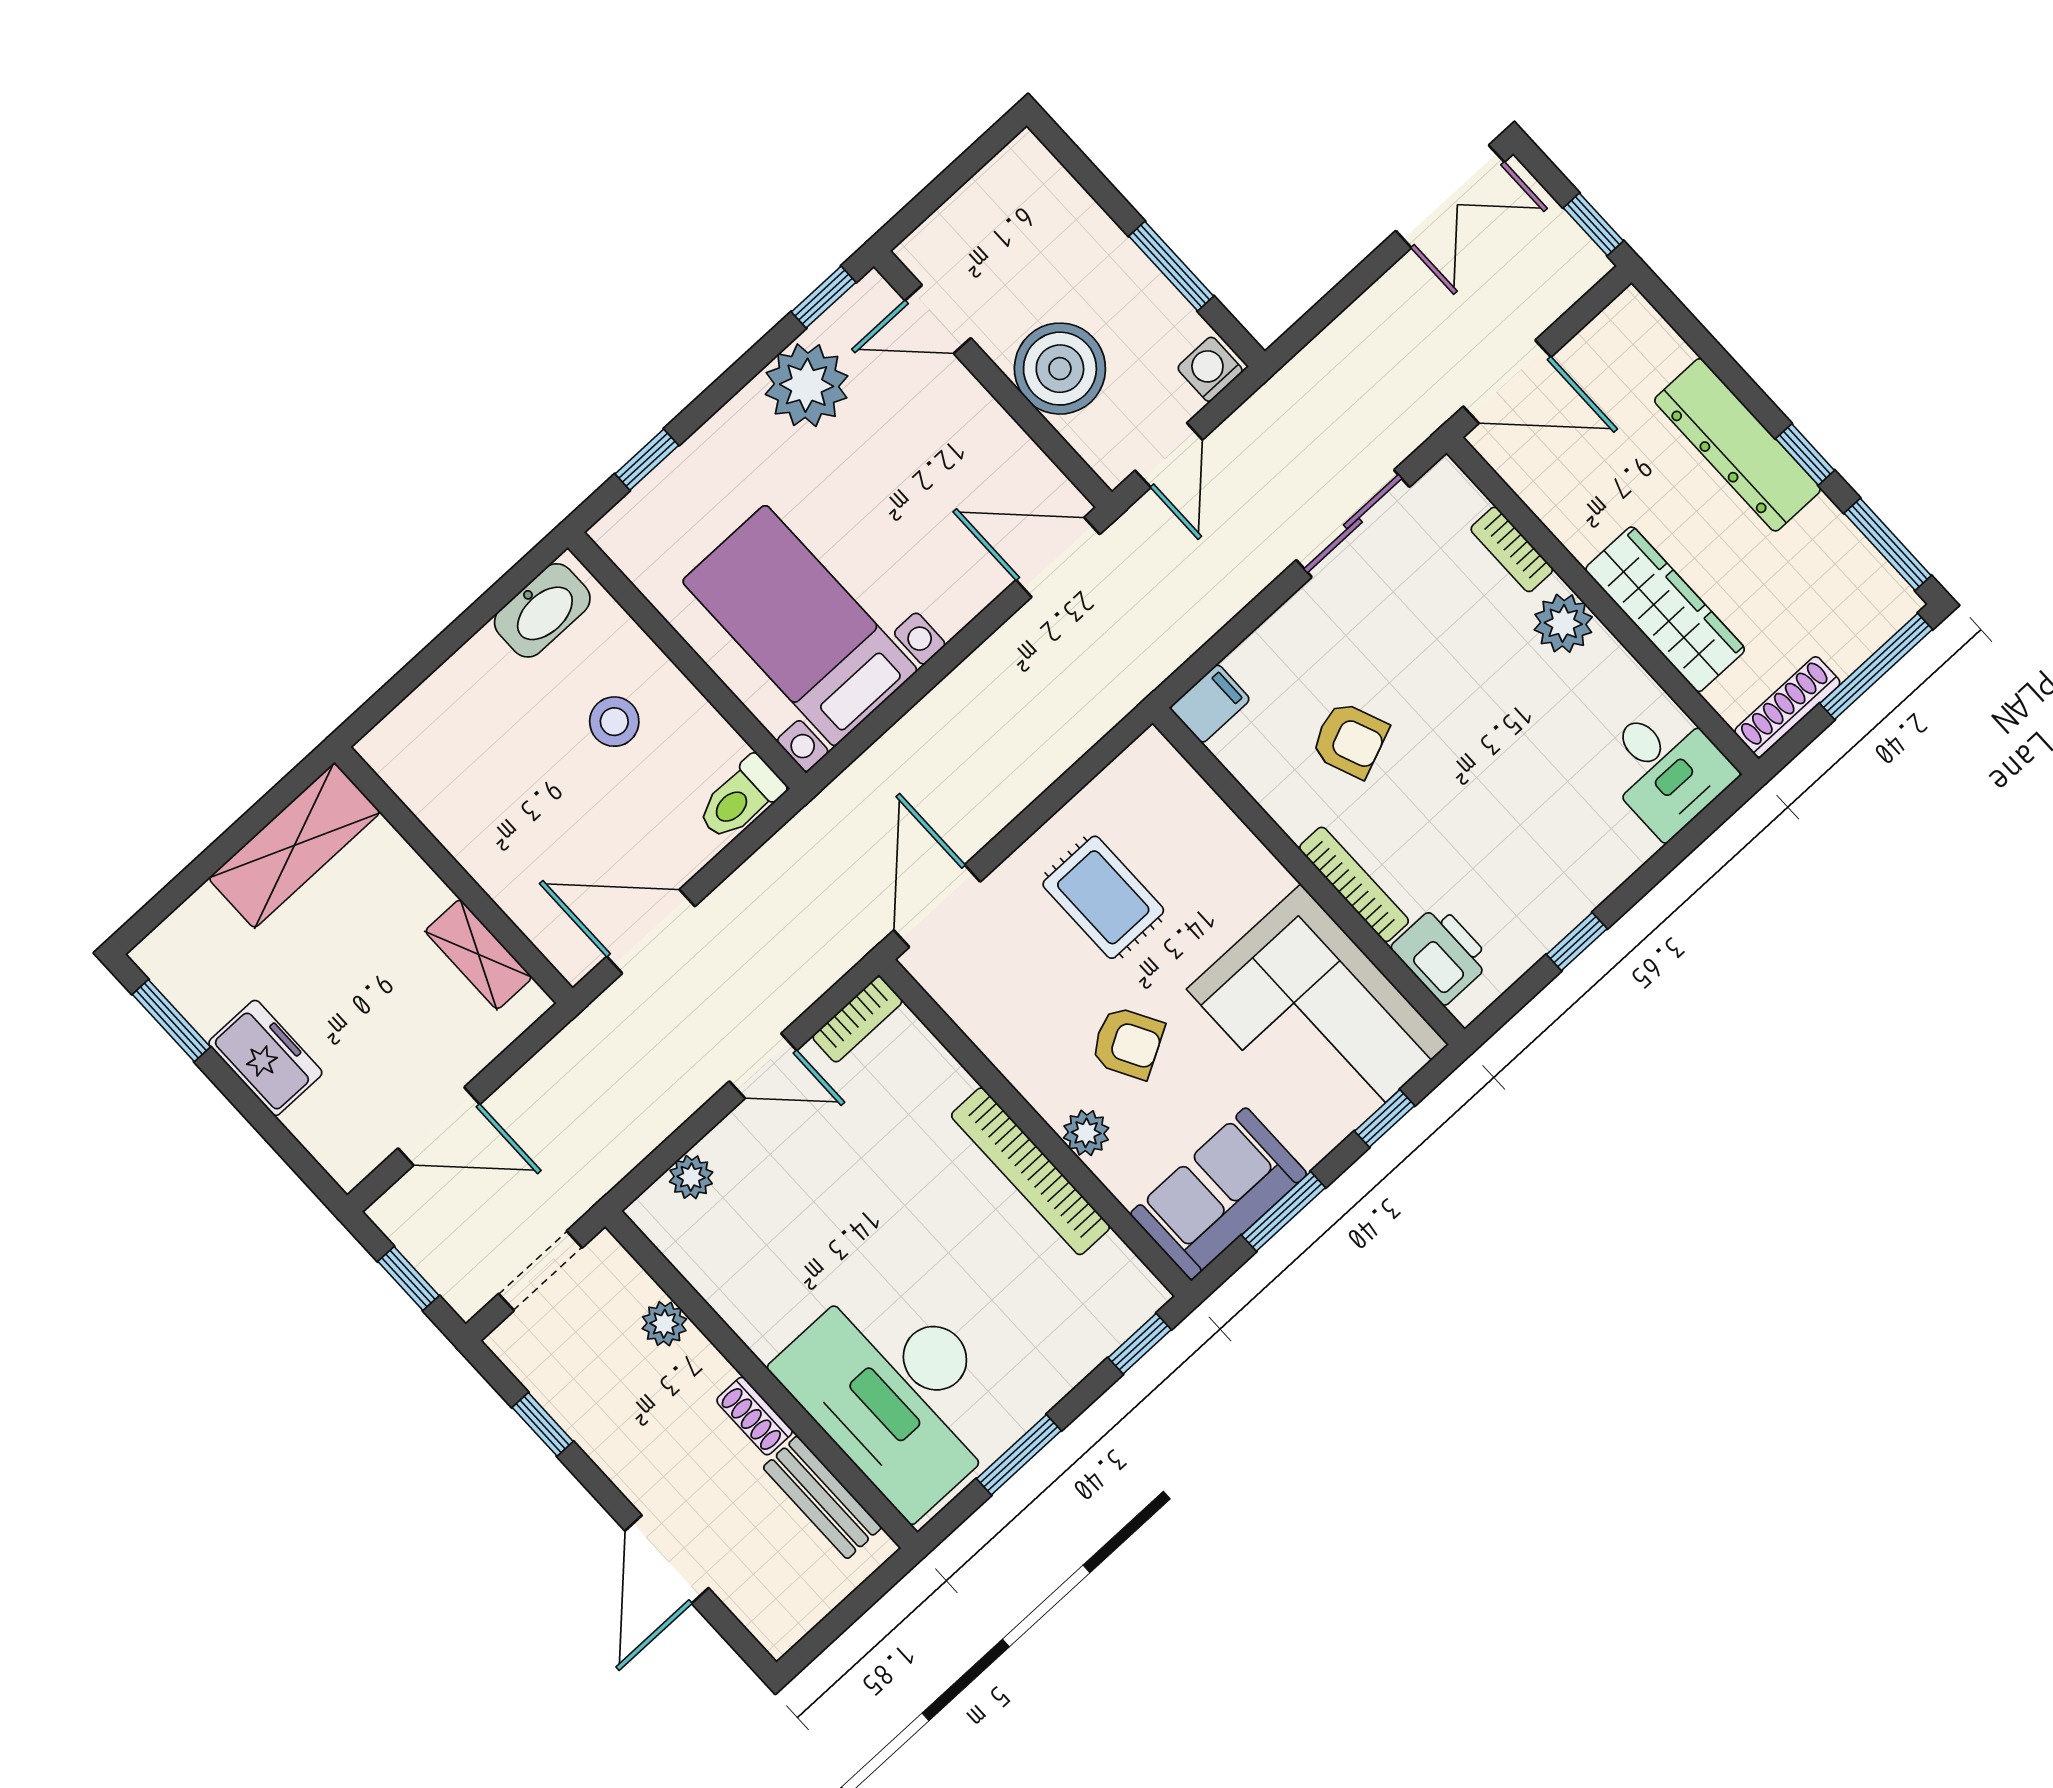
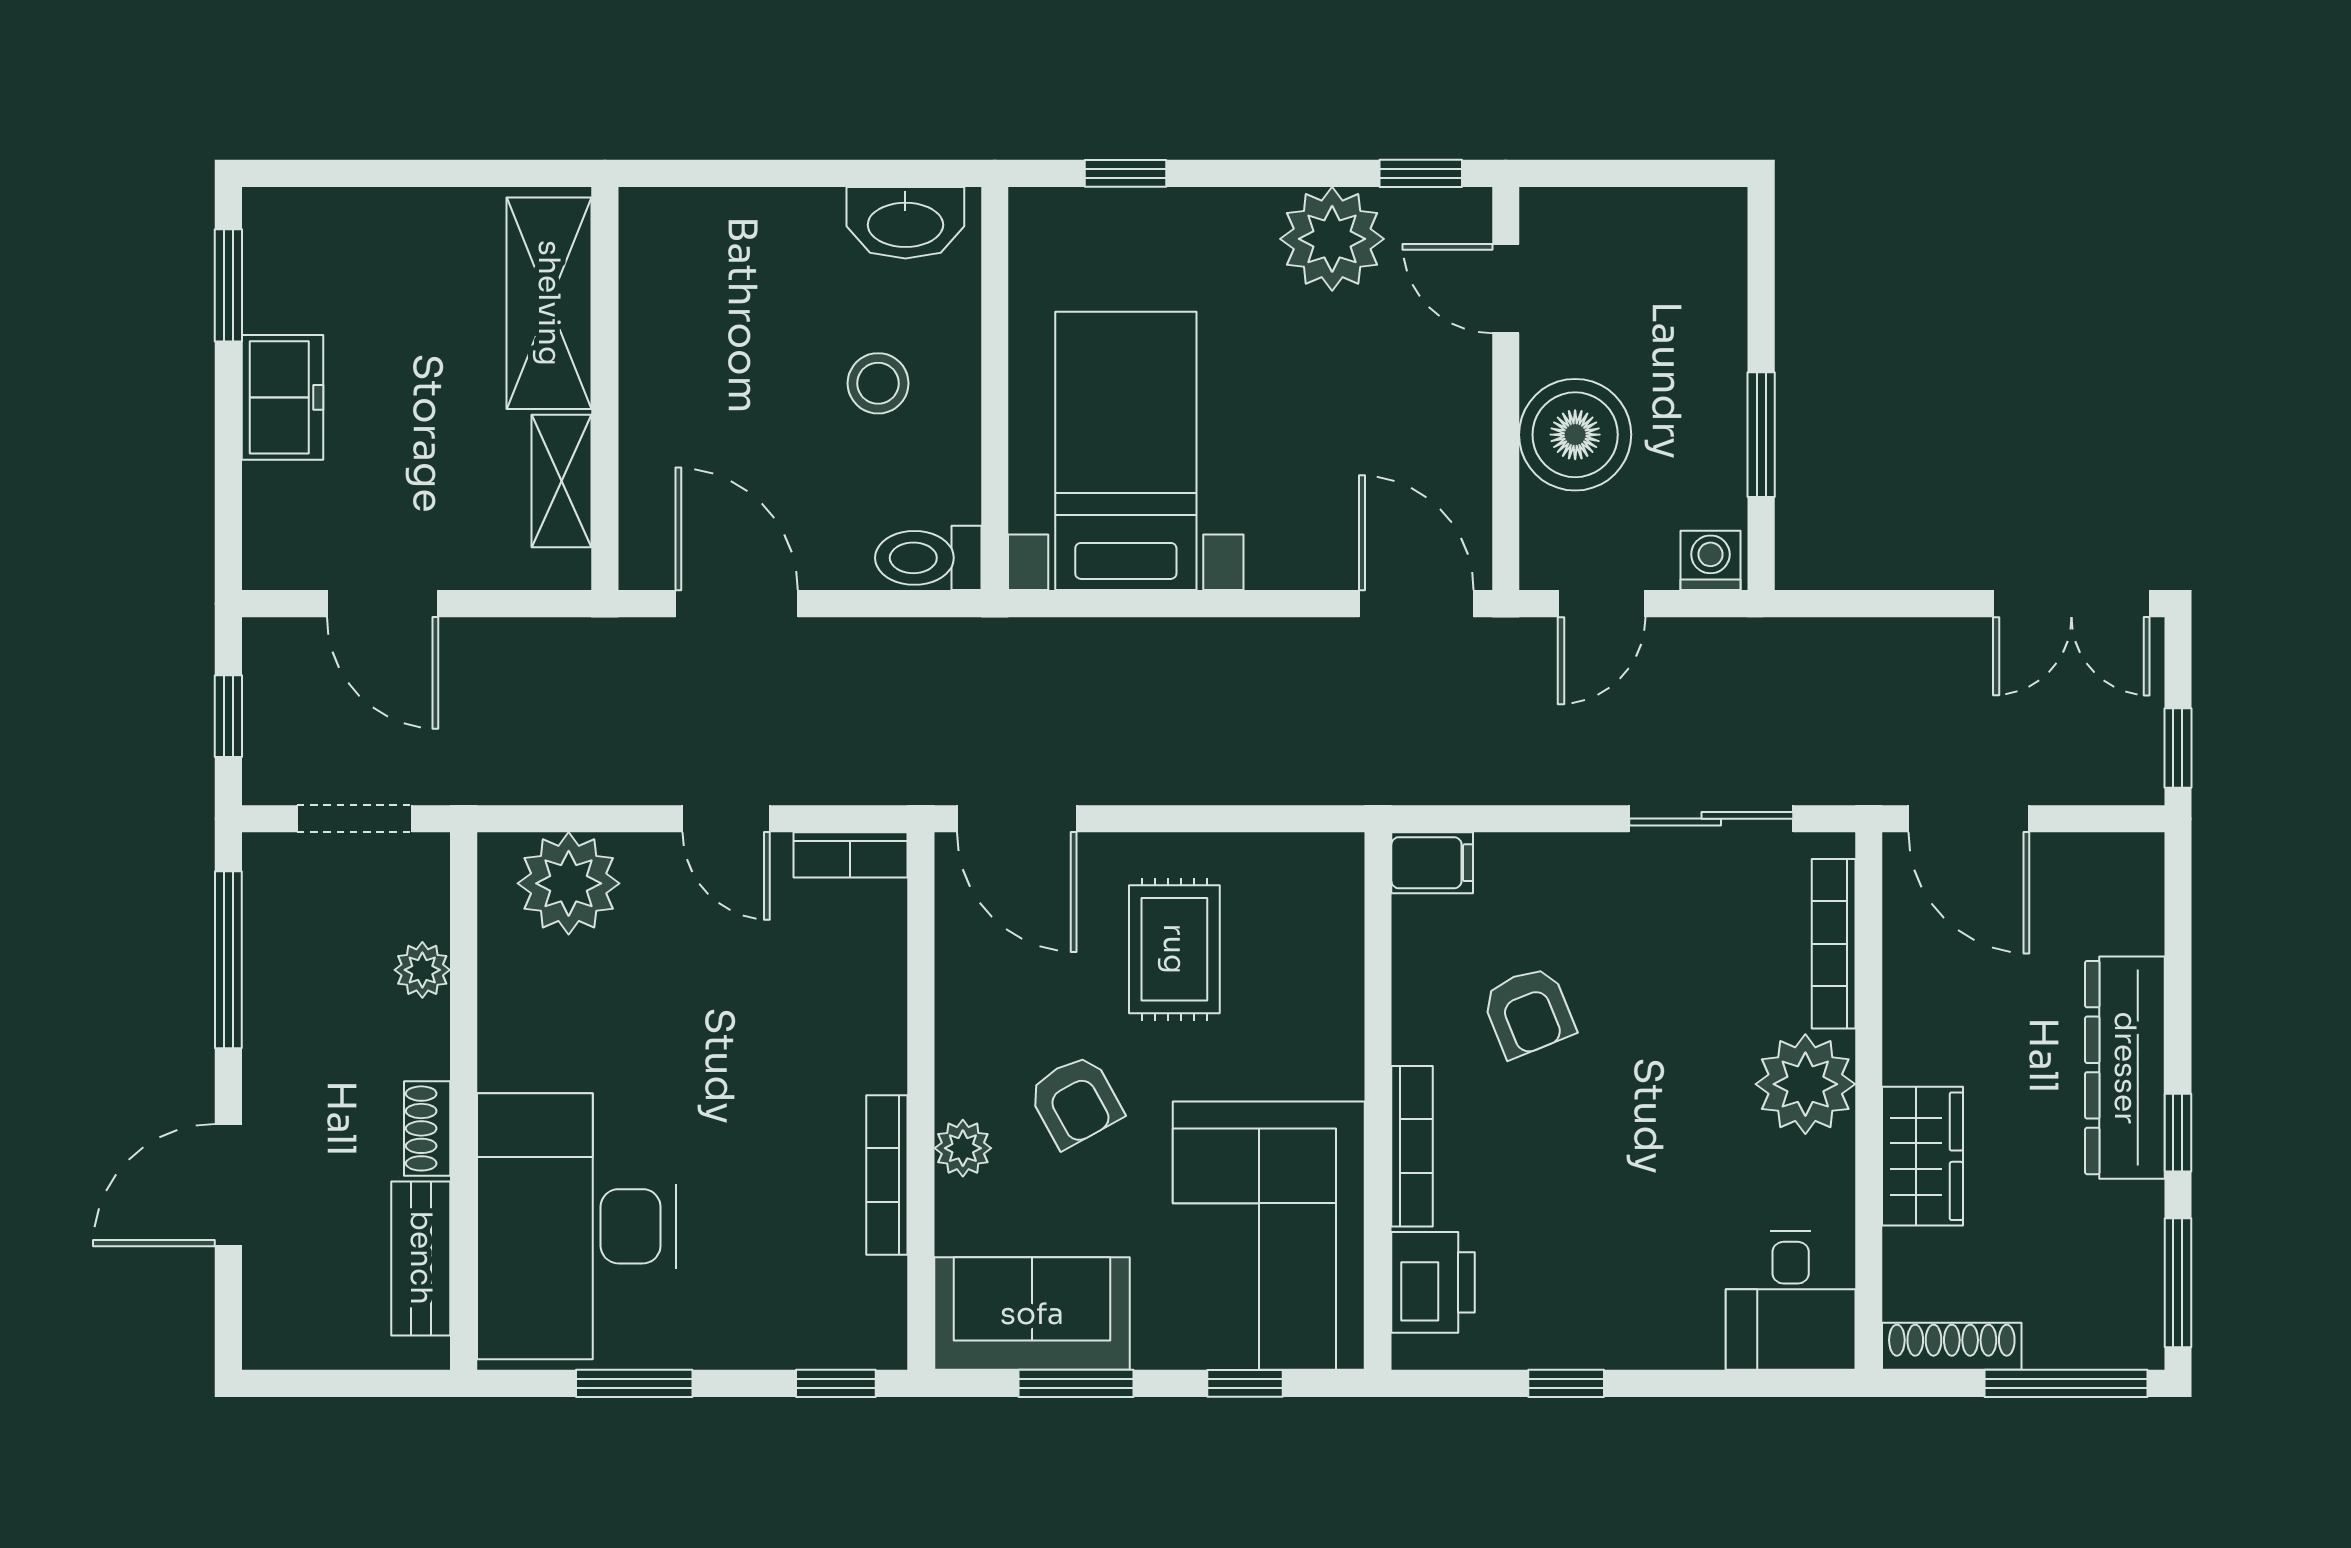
bookcase: (1512, 549) -> (1834, 944), width x1.56
wardrobe: (1665, 609) -> (1922, 1156), width x0.67
plant: (1563, 623) -> (1805, 1084), width x1.36, depth x1.36
shelving: (294, 845) -> (549, 303), moved, turned 90
door: (937, 906) -> (1017, 819), swing flipped
bookcase: (1030, 1171) -> (887, 1175), width x0.68, depth x0.76
plant: (691, 1177) -> (569, 883), width x1.88, depth x1.88
window: (543, 1424) -> (228, 960), width x2.17

